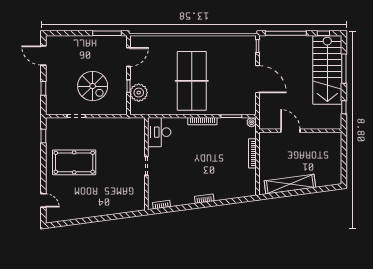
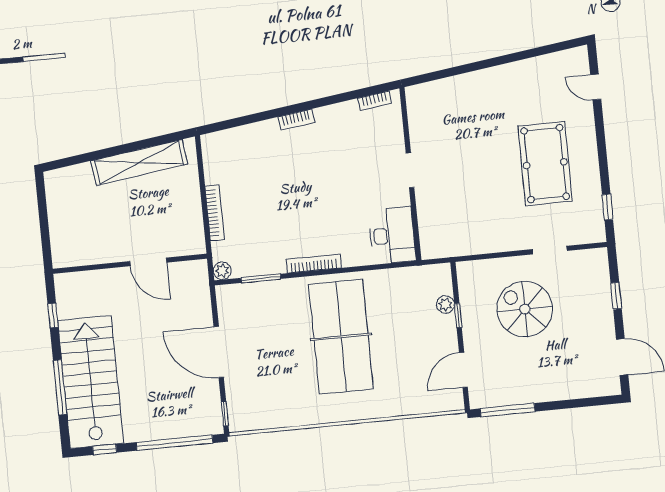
plant: (139, 93) -> (445, 305), width x0.53, depth x0.53
pool table: (74, 162) -> (545, 164), turned 90

